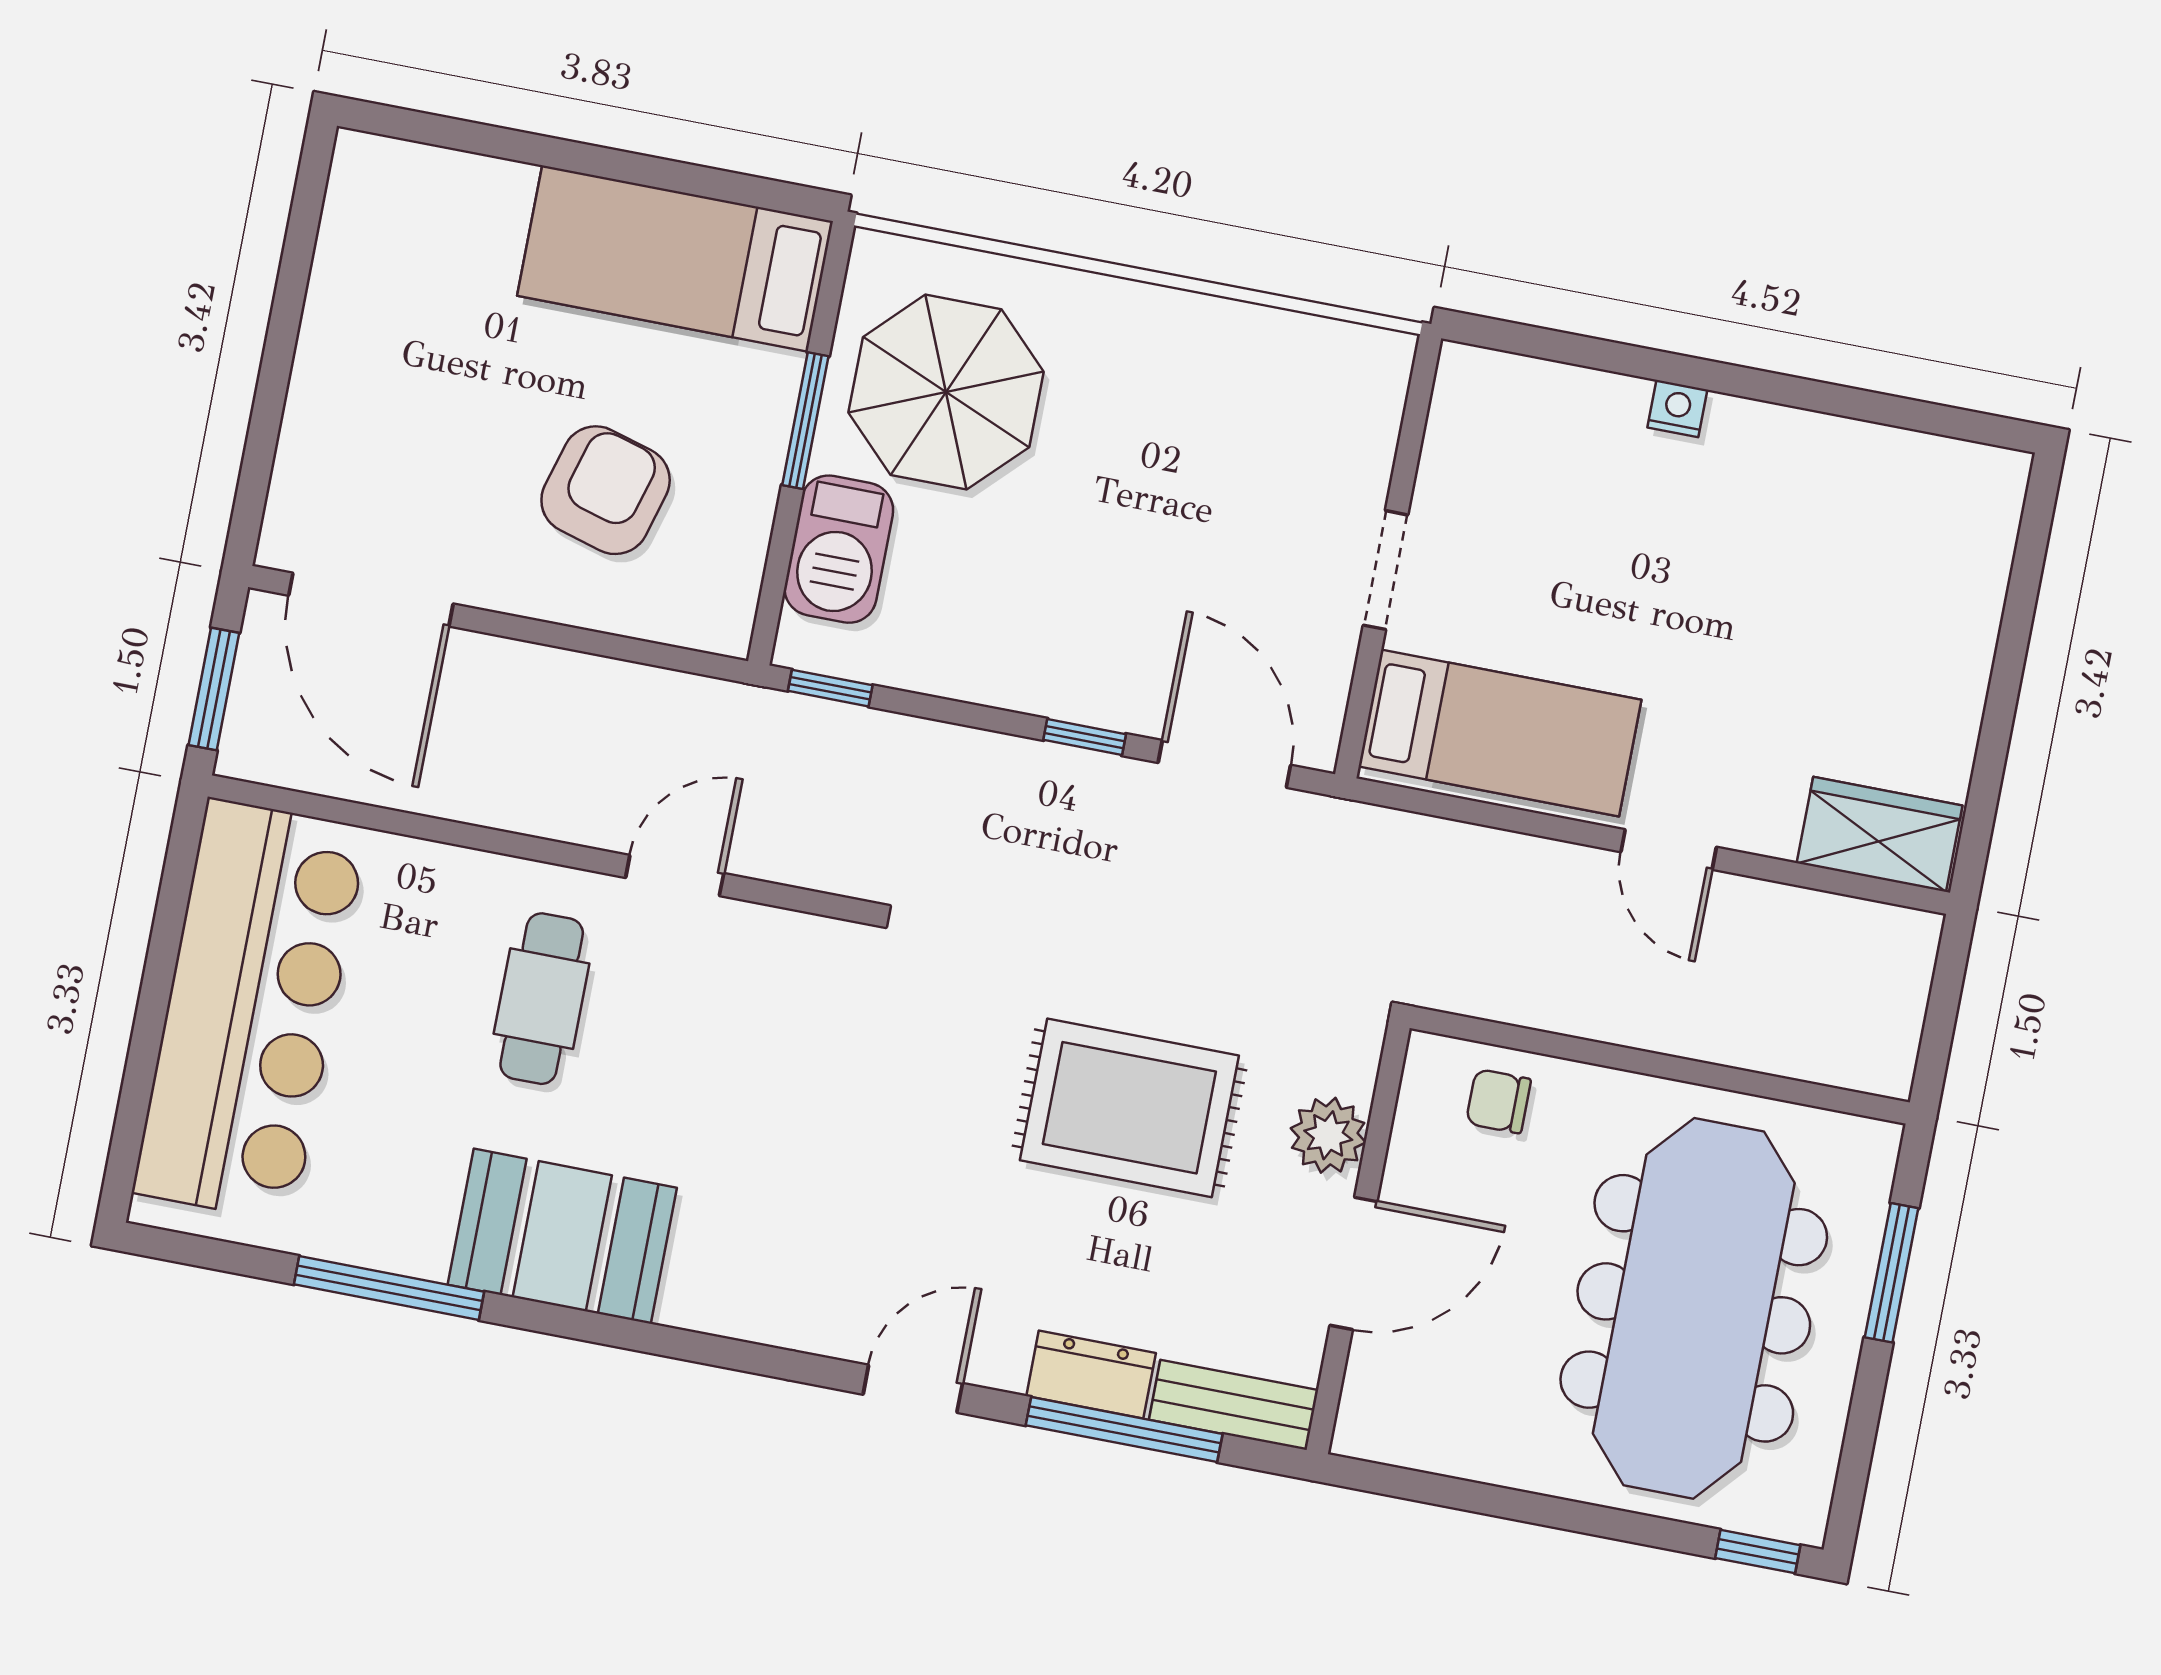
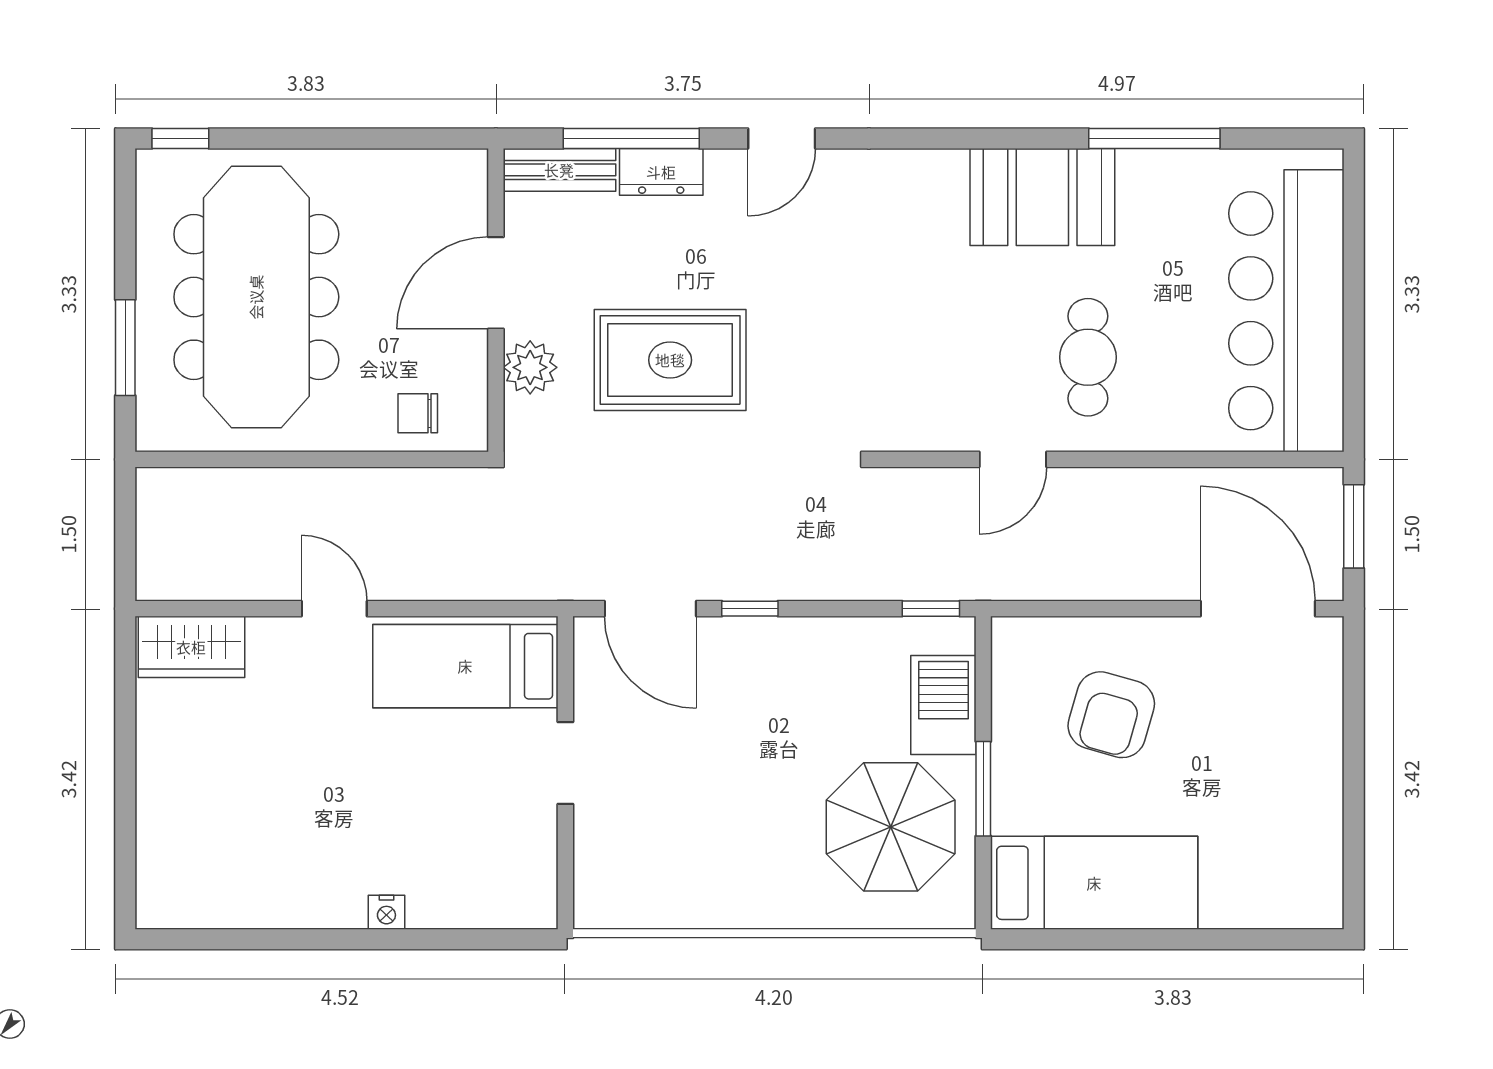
chair: (1498, 1101) -> (418, 413), turned 180

